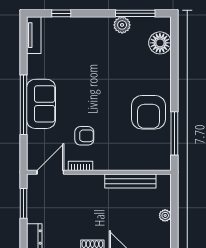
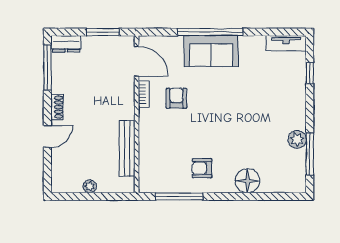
floor lamp: (160, 43) -> (248, 181), moved
armchair: (148, 112) -> (202, 168), width x0.53, depth x0.53
armchair: (84, 136) -> (176, 98), turned 180

